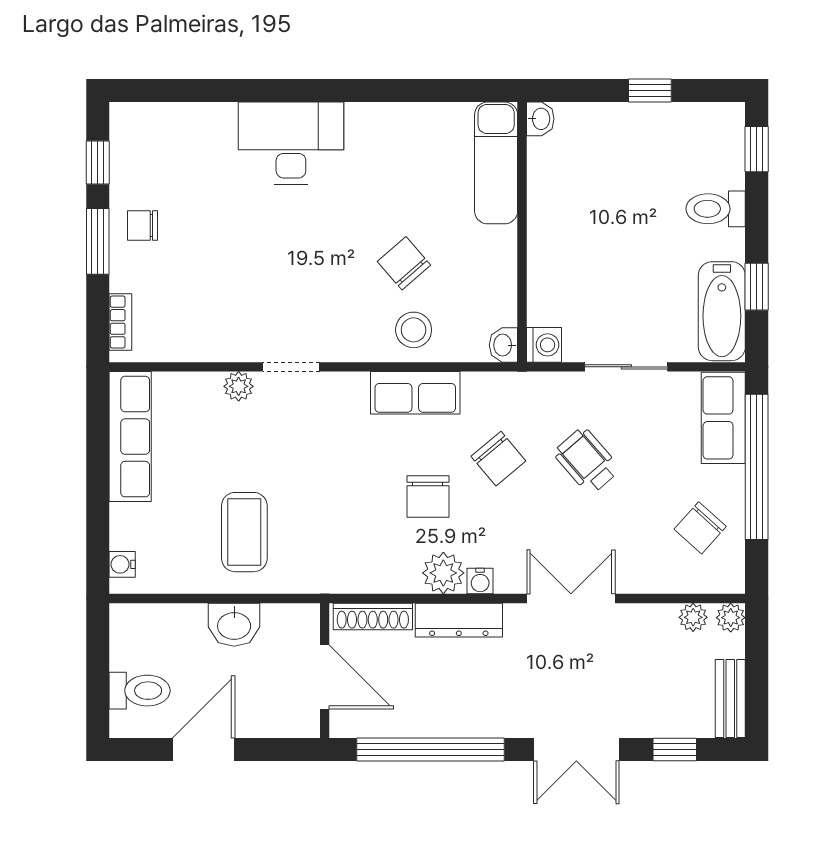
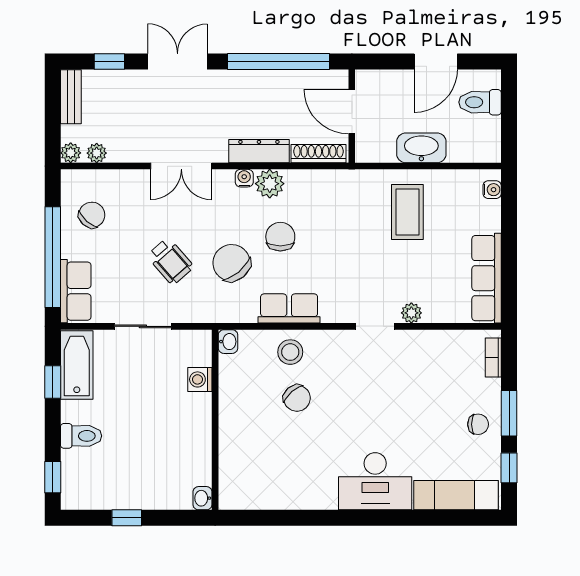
exam couch: (496, 163) -> (456, 495), moved, turned -90
washing machine: (544, 345) -> (200, 379), moved
chair: (498, 459) -> (231, 263), width x1.37, depth x1.37
washbasin: (234, 625) -> (421, 148), width x1.38

